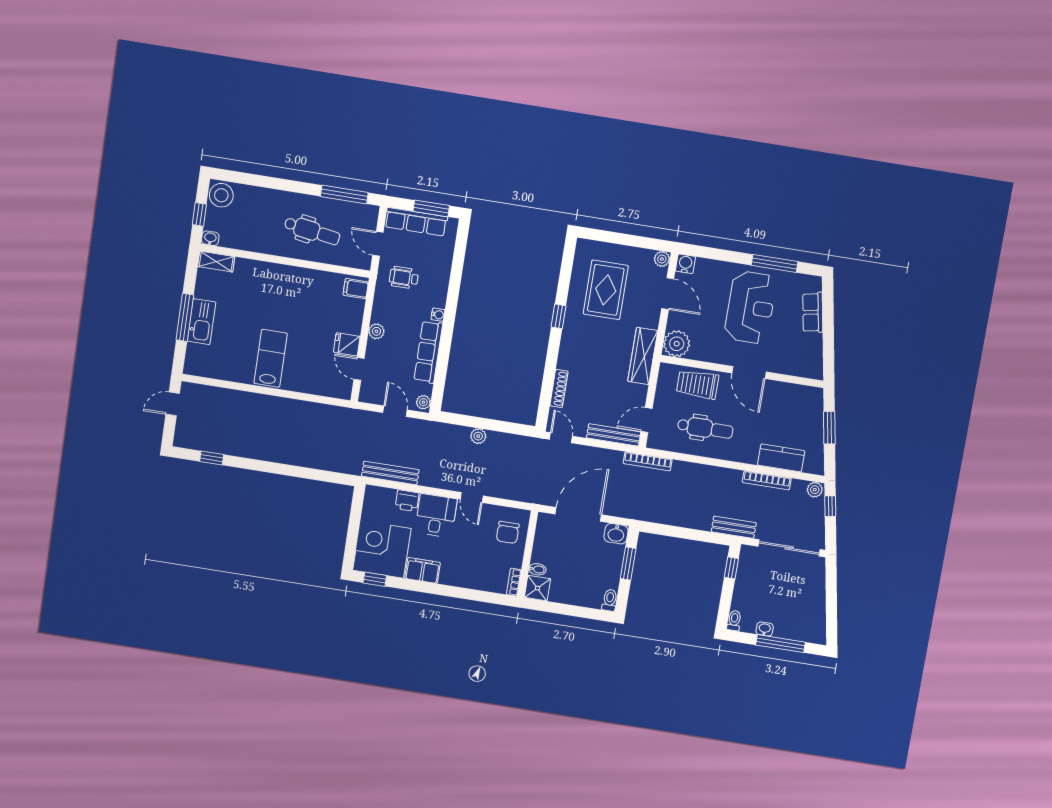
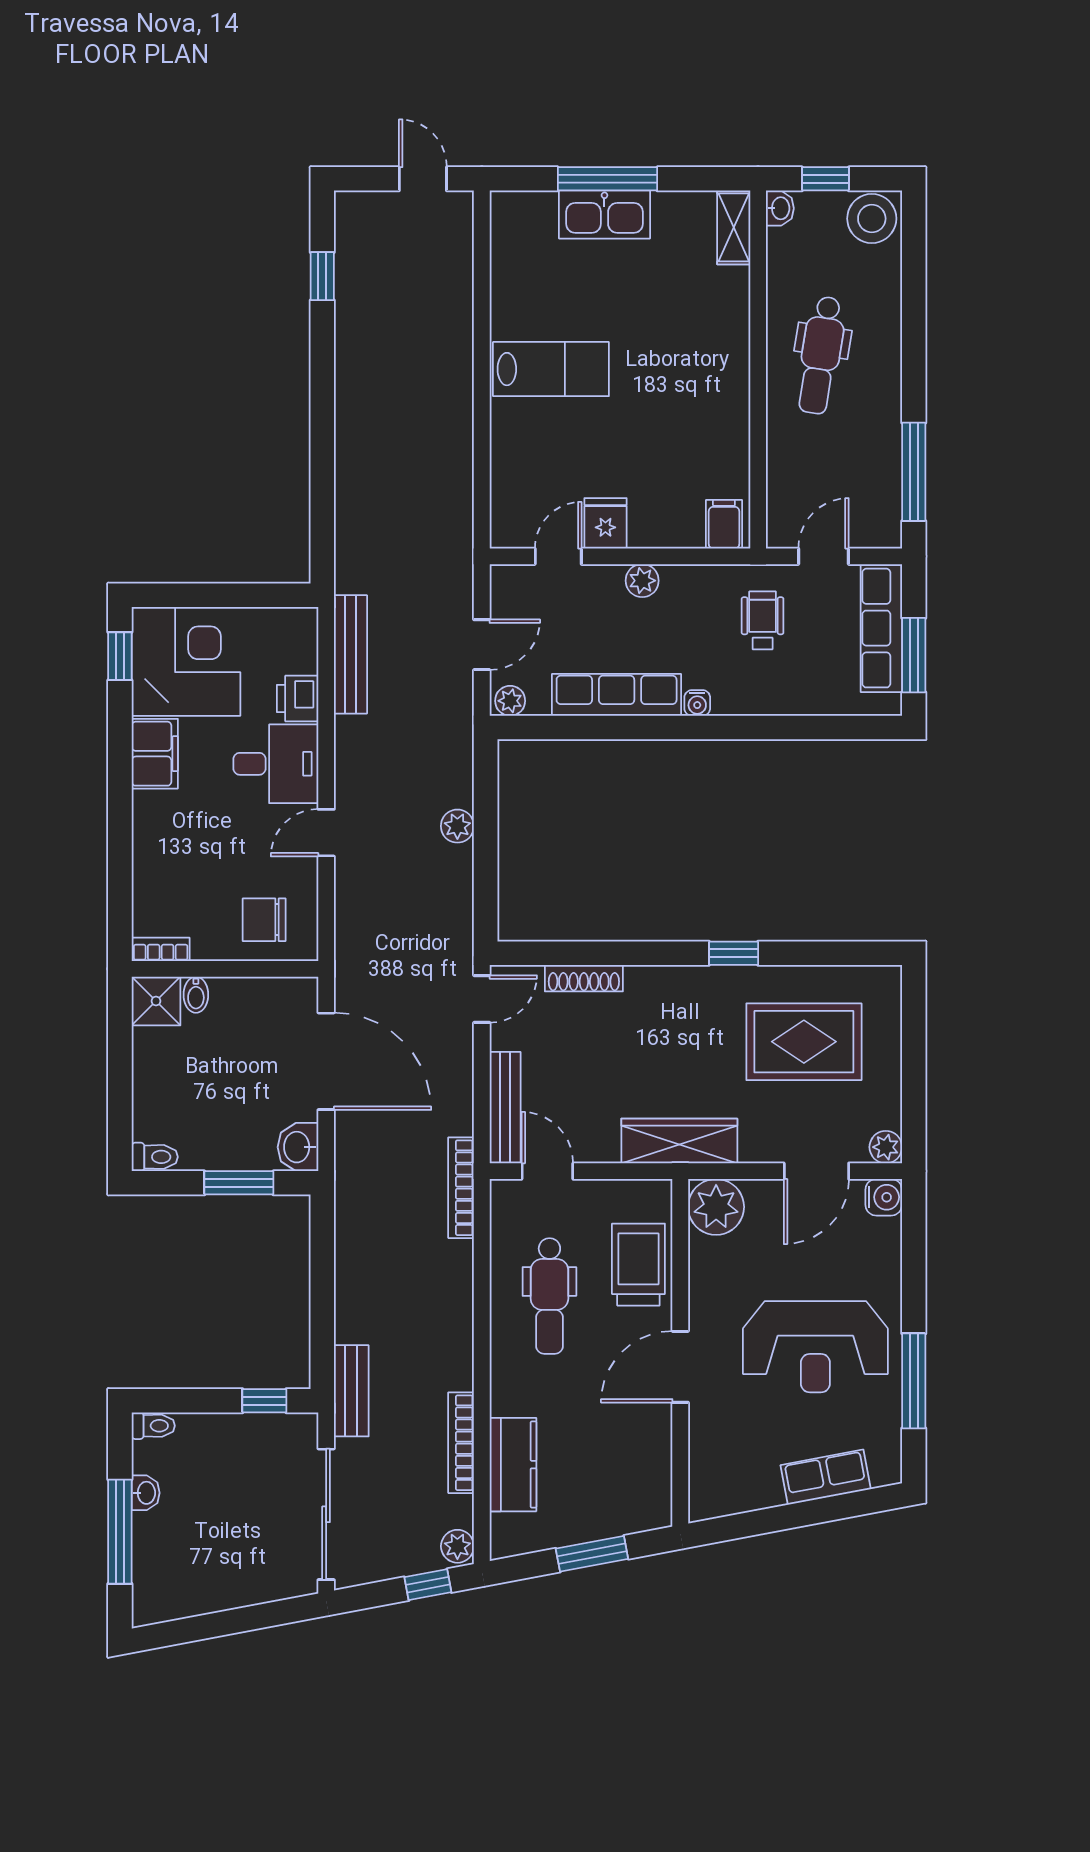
dental chair: (312, 231) -> (821, 355), moved

